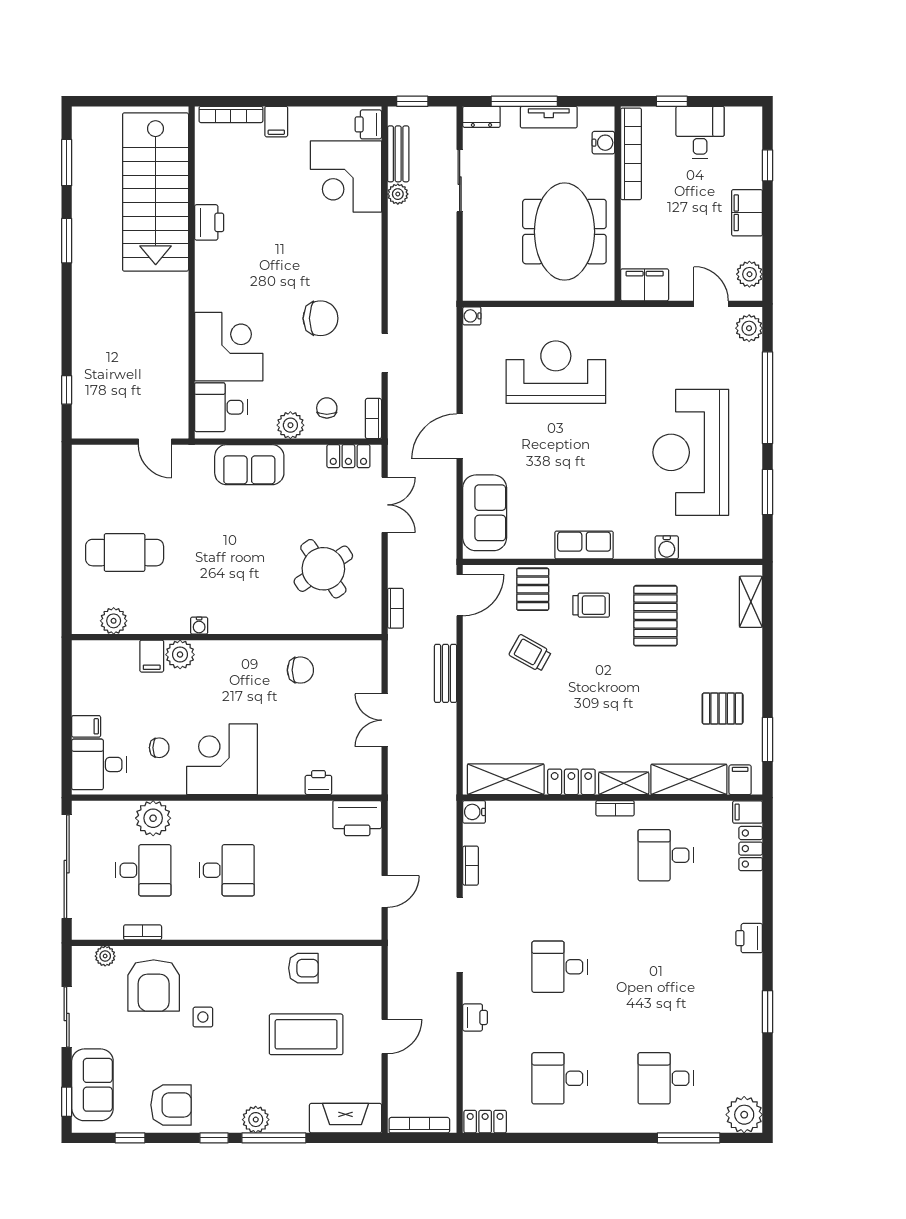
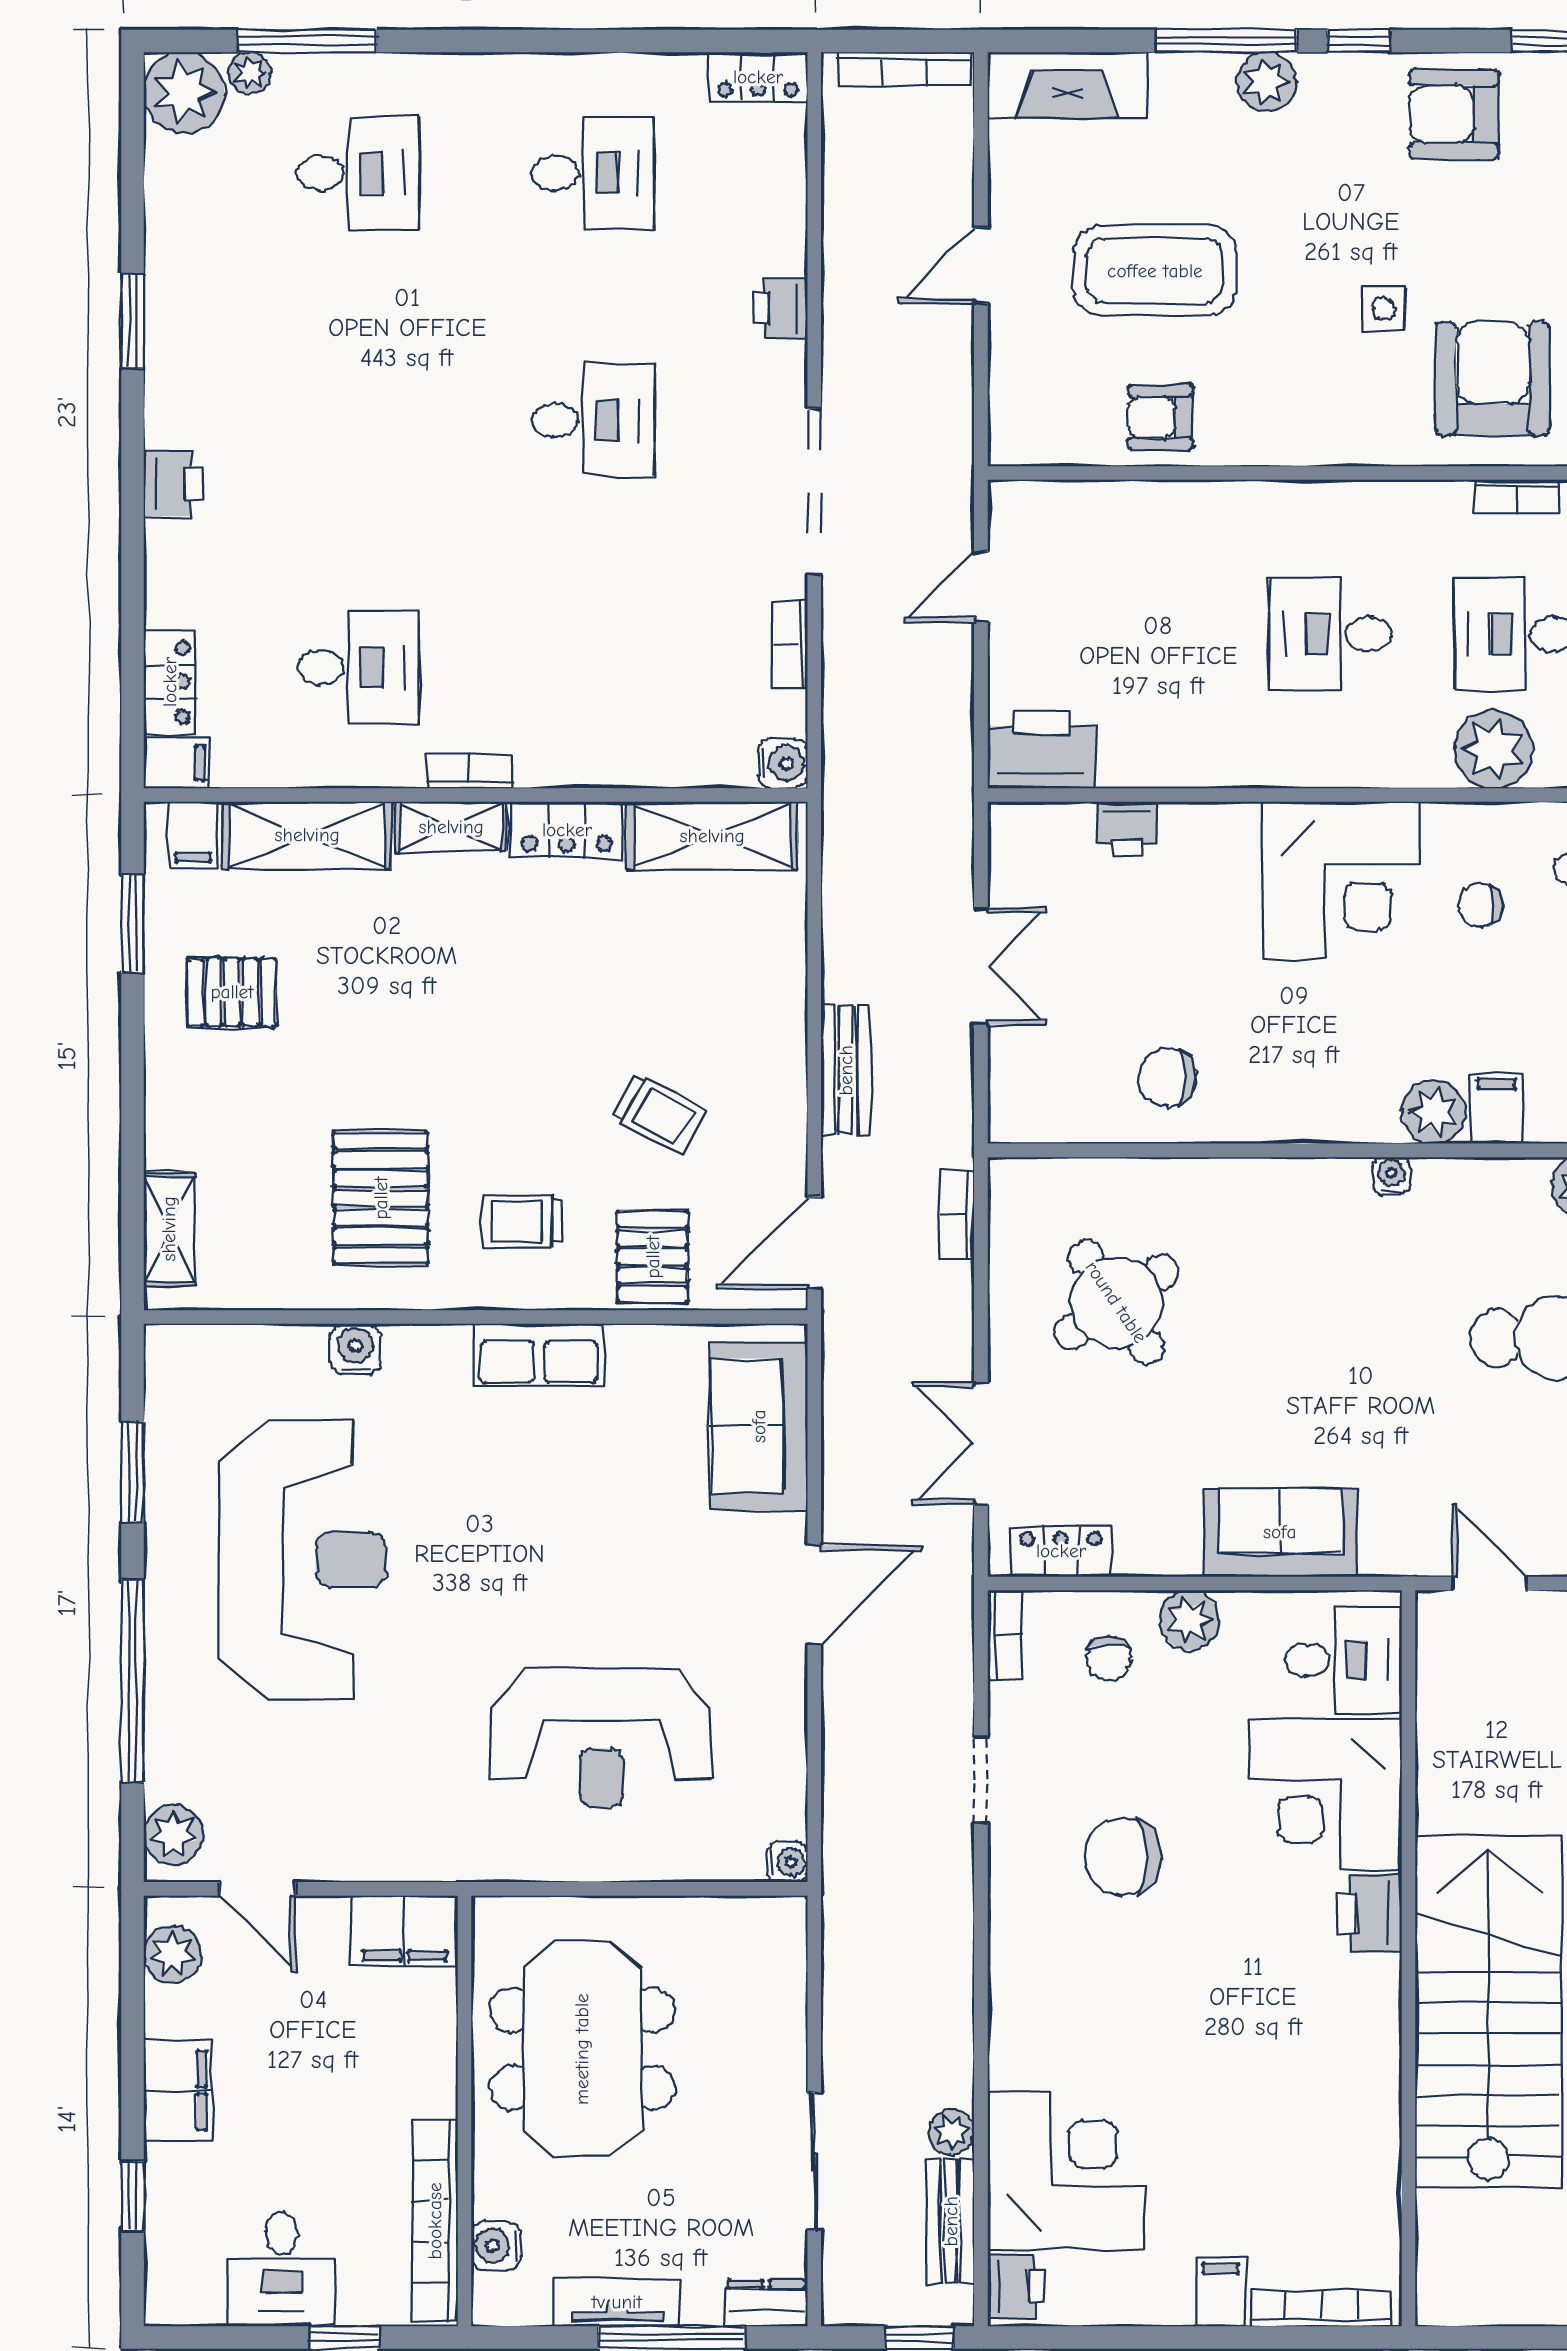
stairs: (156, 192) -> (1488, 2012), moved
printer: (209, 222) -> (1369, 1913), moved
plant: (715, 1124) -> (250, 73), added

